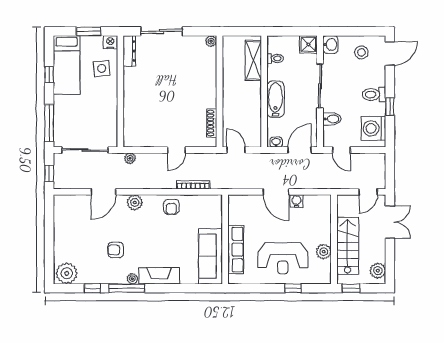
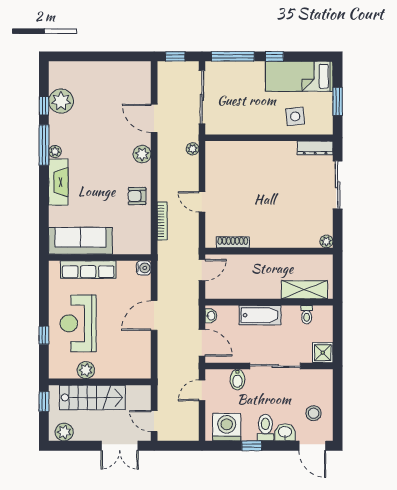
nightstand: (110, 42) -> (325, 126), removed
washbasin: (330, 44) -> (285, 432), moved, turned 180
window: (49, 74) -> (274, 56), moved
water cooler: (297, 201) -> (144, 268), moved
armchair: (116, 250) -> (88, 133), removed
plant: (67, 273) -> (61, 101), moved

